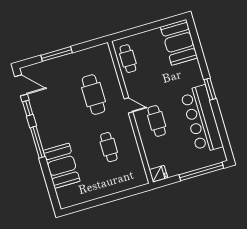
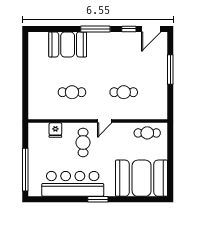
booth: (179, 42) -> (142, 178), width x1.36, depth x1.42
cafe table: (93, 95) -> (124, 92), width x0.73, depth x0.74
cafe table: (157, 121) -> (83, 142), turned 90
fridge: (158, 174) -> (55, 130), moved

